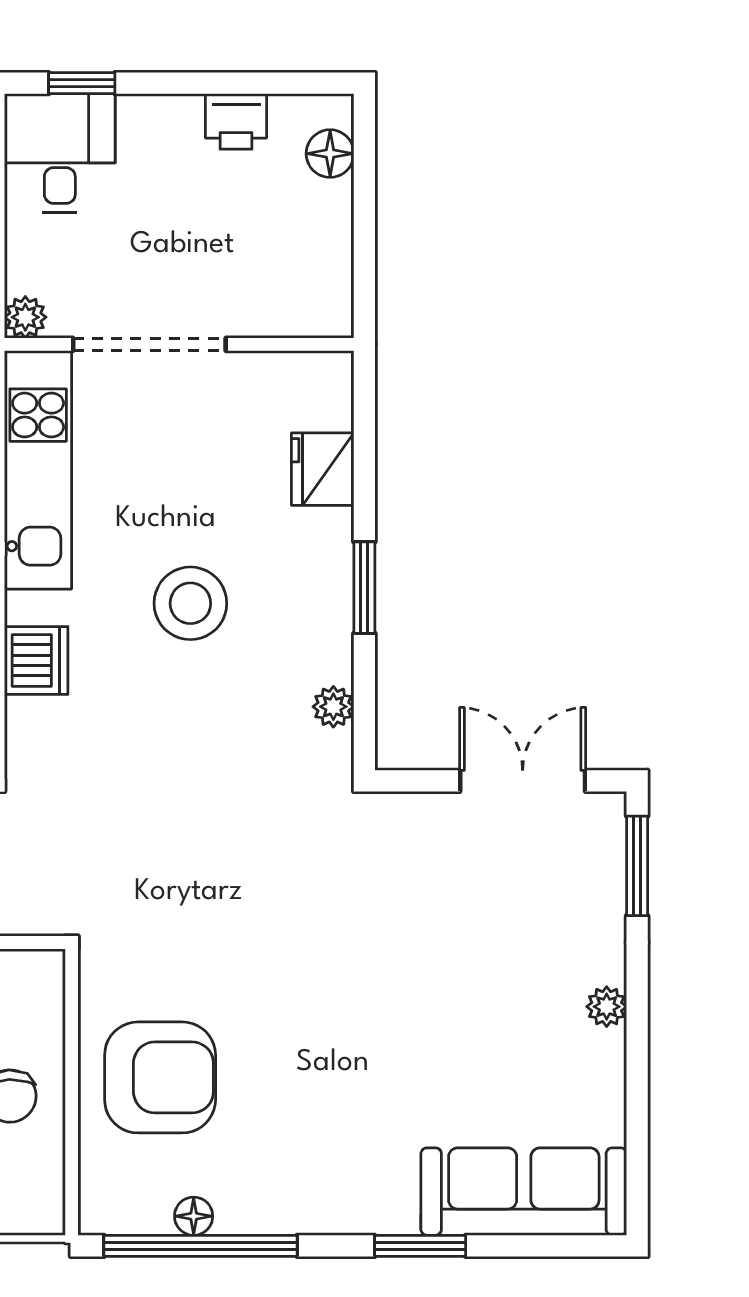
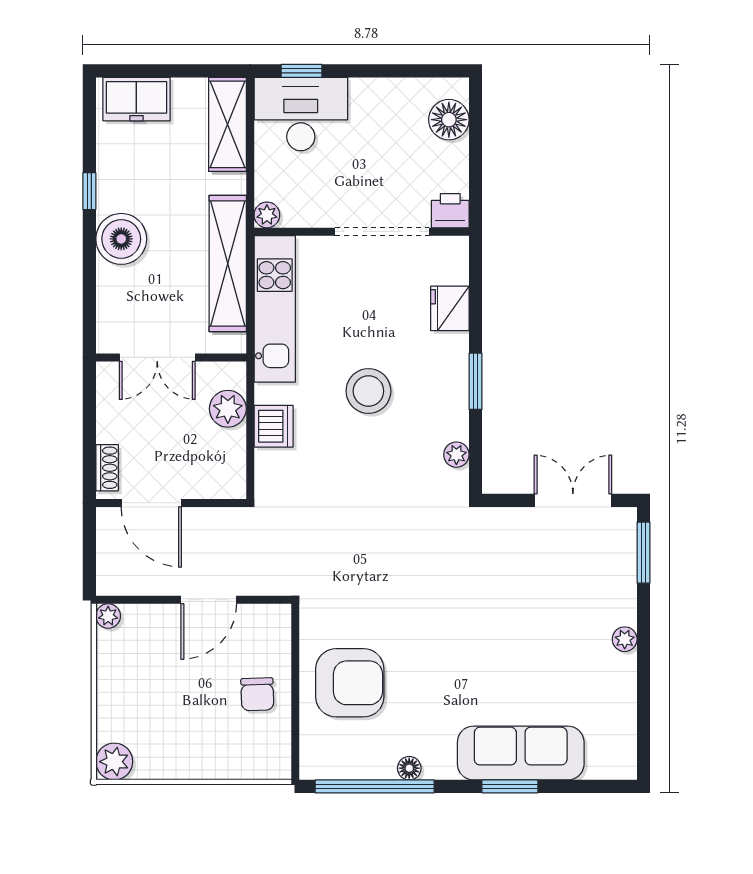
printer: (236, 121) -> (450, 211), moved, turned 180
desk: (60, 153) -> (301, 114), width x1.37
floor lamp: (330, 154) -> (449, 120), width x1.38, depth x1.38
doorway: (149, 344) -> (382, 232), moved
sofa: (524, 1192) -> (521, 753), moved
floor lamp: (194, 1216) -> (409, 768), moved

